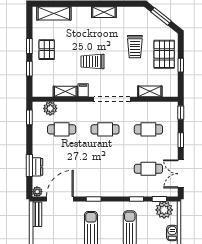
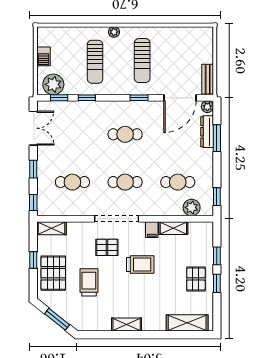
pallet: (120, 76) -> (107, 247), added
shelving: (150, 91) -> (51, 228), moved
dresser: (37, 167) -> (207, 132), width x1.44
cafe table: (148, 169) -> (125, 134), moved

